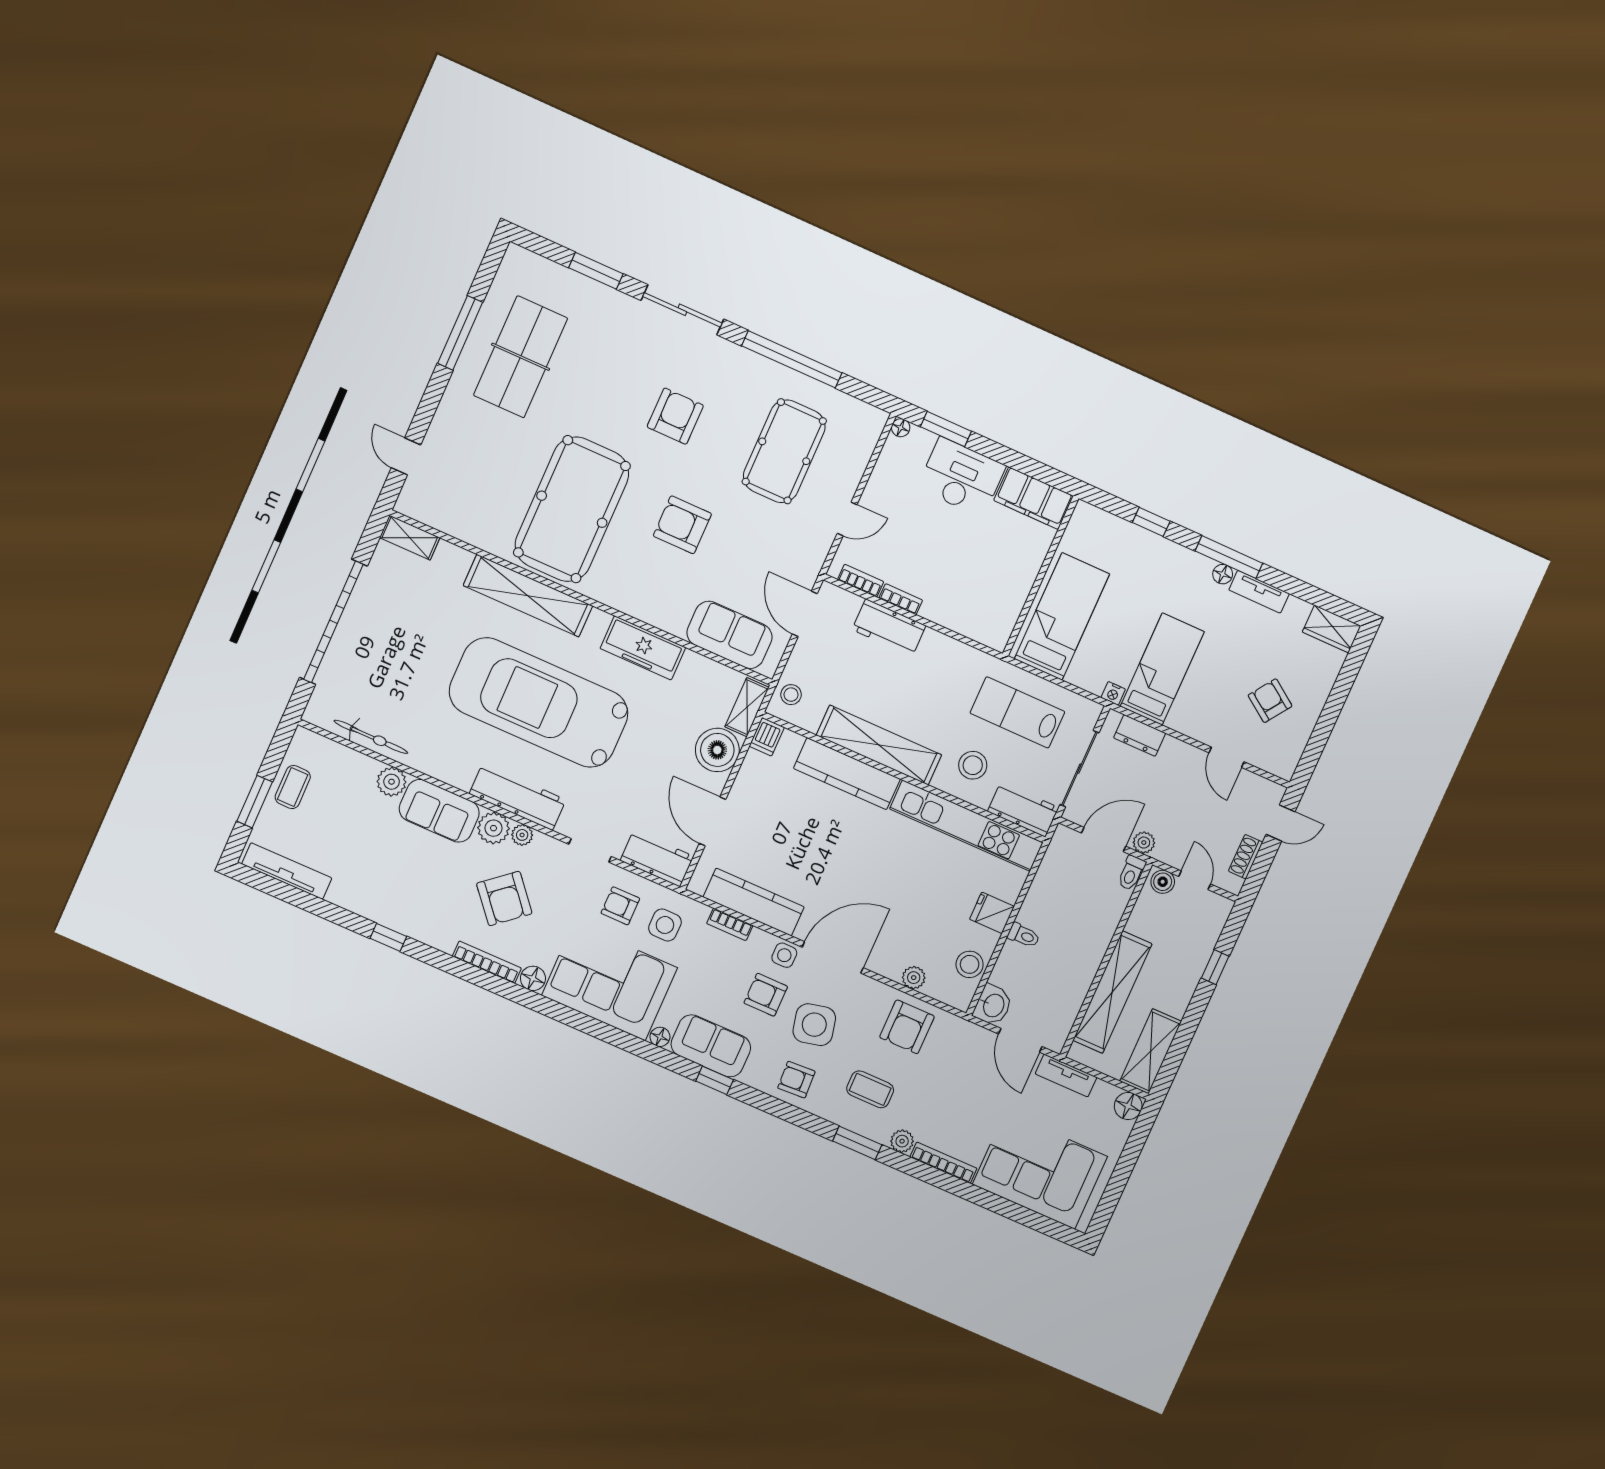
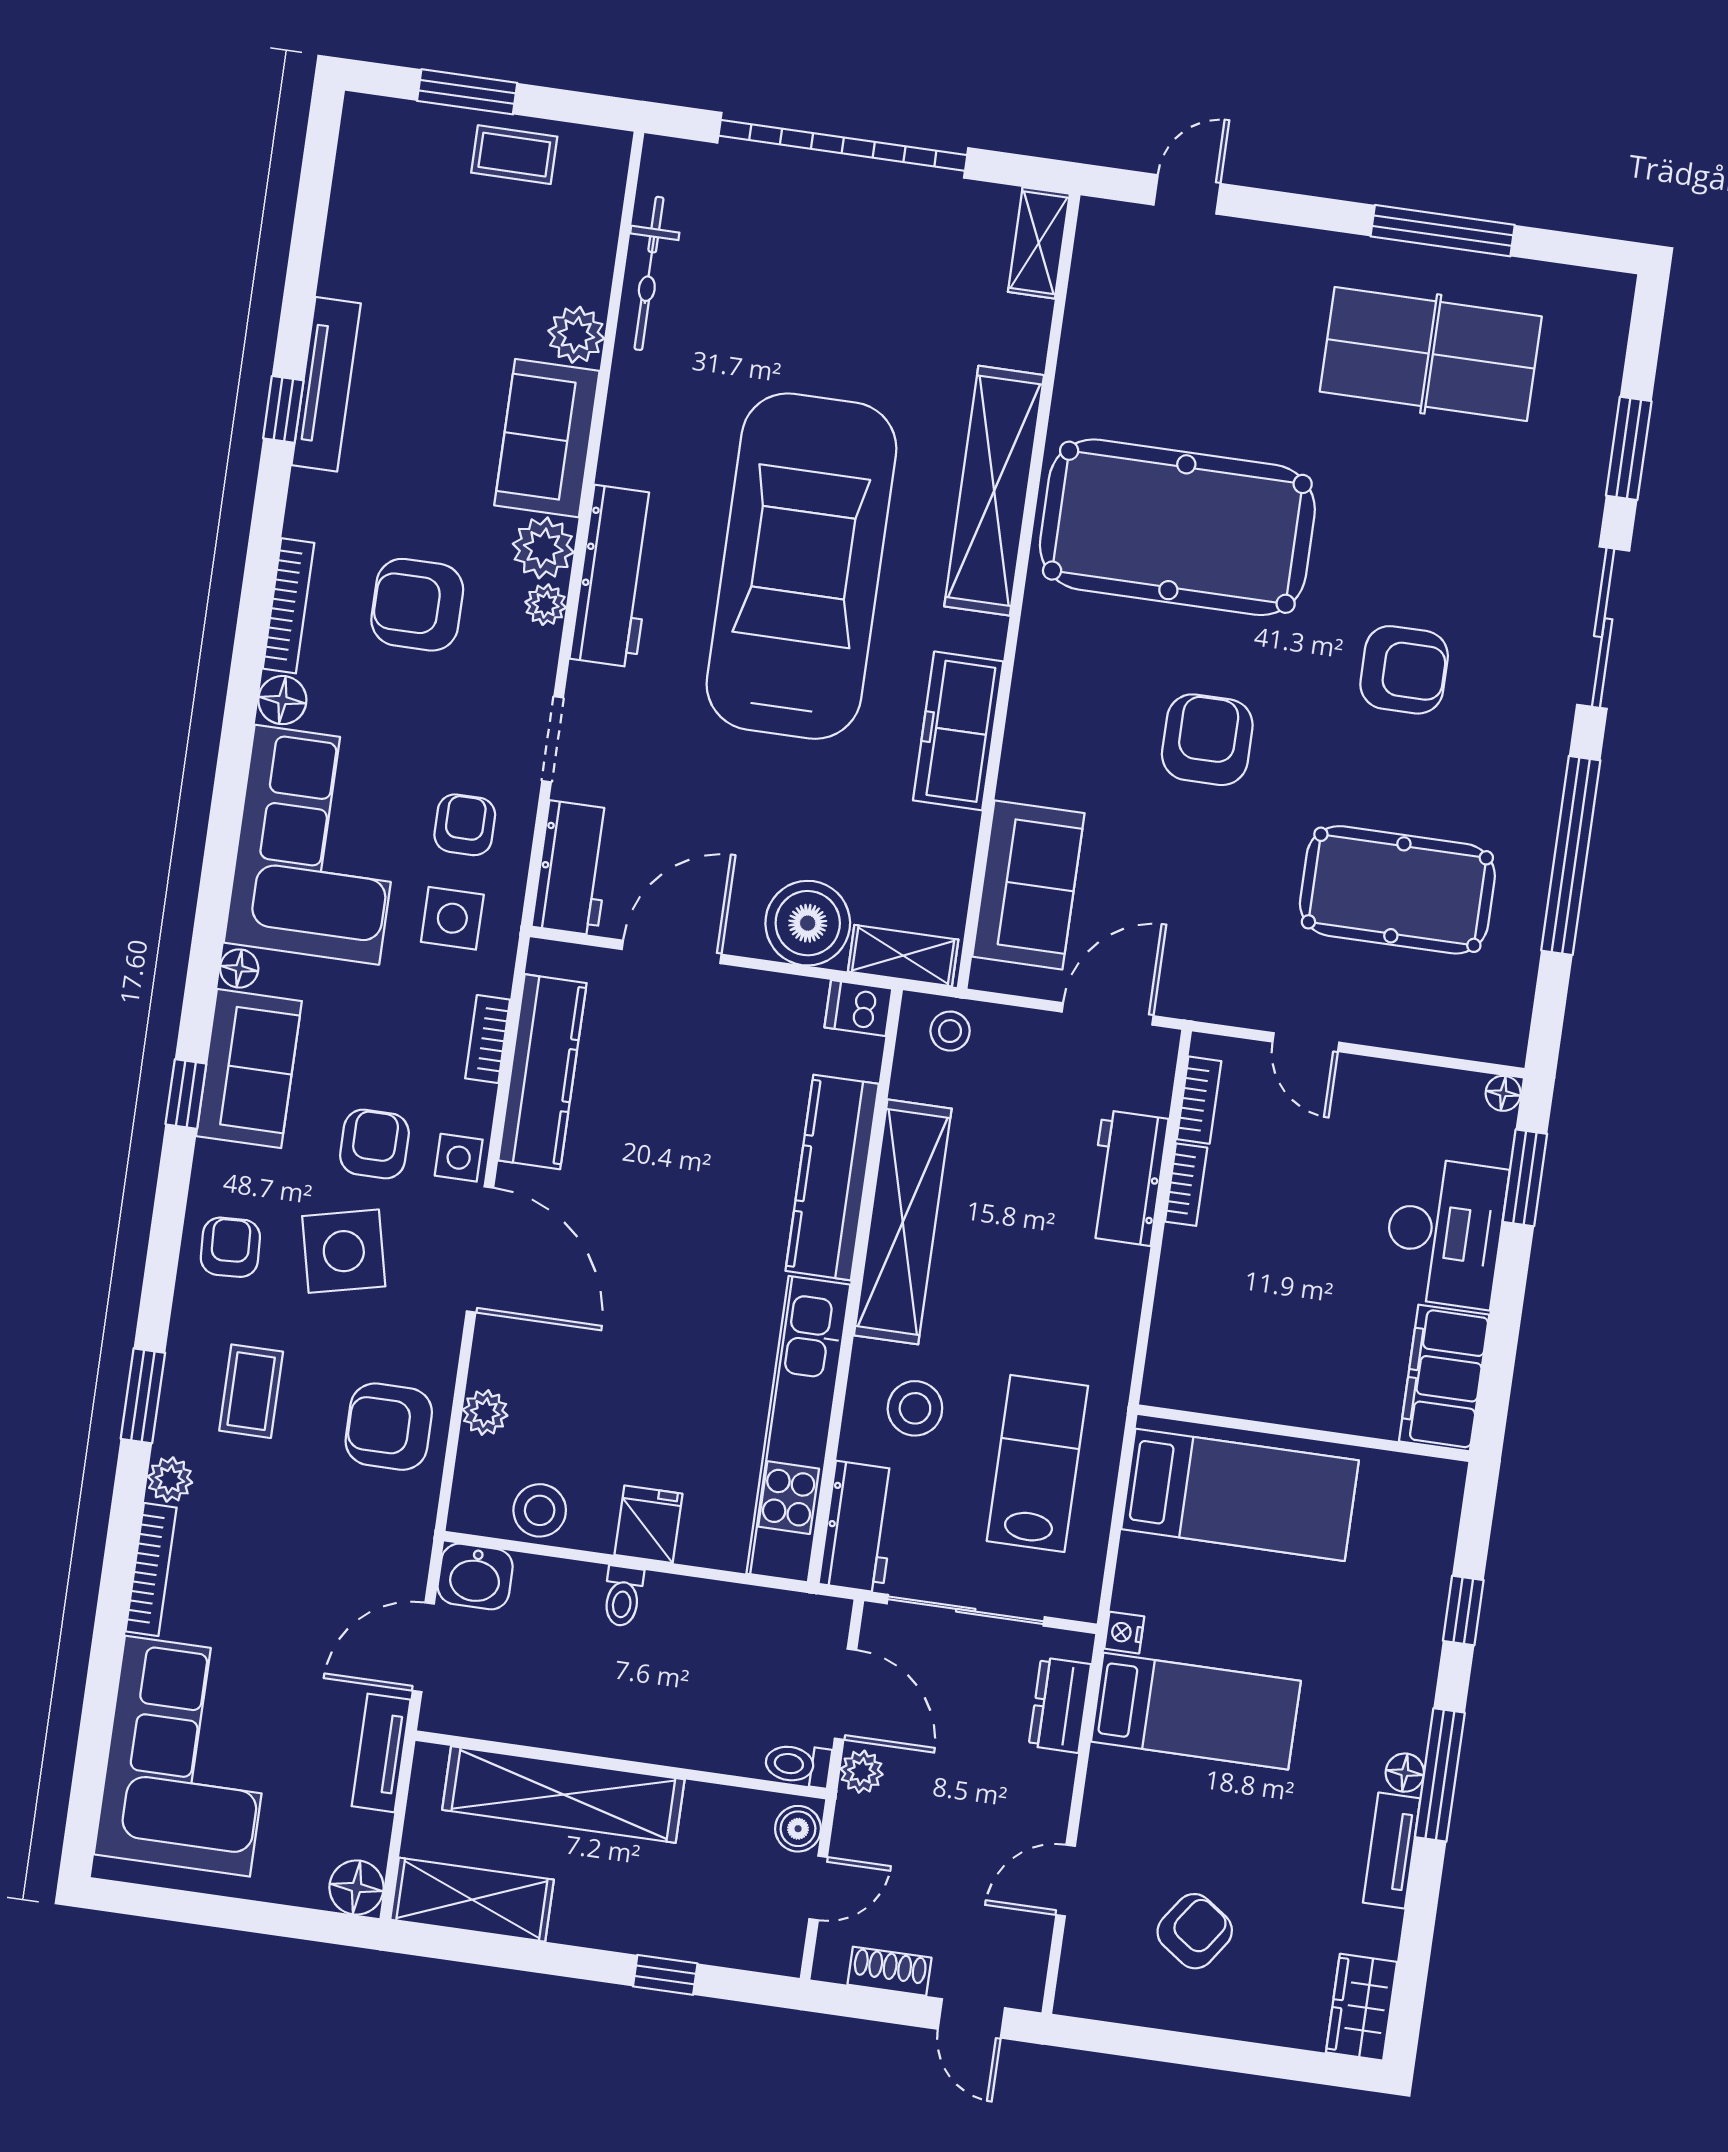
tv unit: (287, 871) -> (326, 384), moved
armchair: (504, 898) -> (417, 605), turned 40

